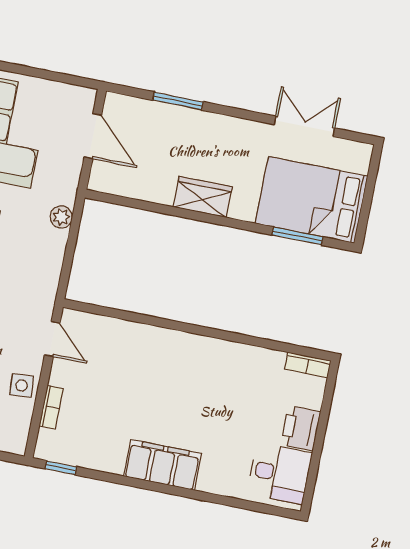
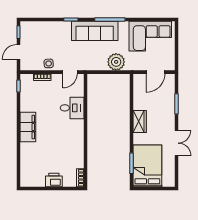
double door: (304, 126) -> (177, 143), moved
plant: (61, 217) -> (116, 62), width x1.88, depth x1.88
desk: (280, 473) -> (72, 108), moved, turned -90

